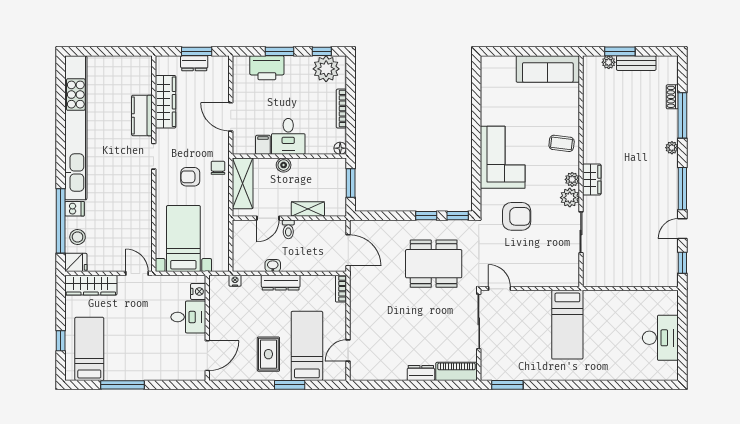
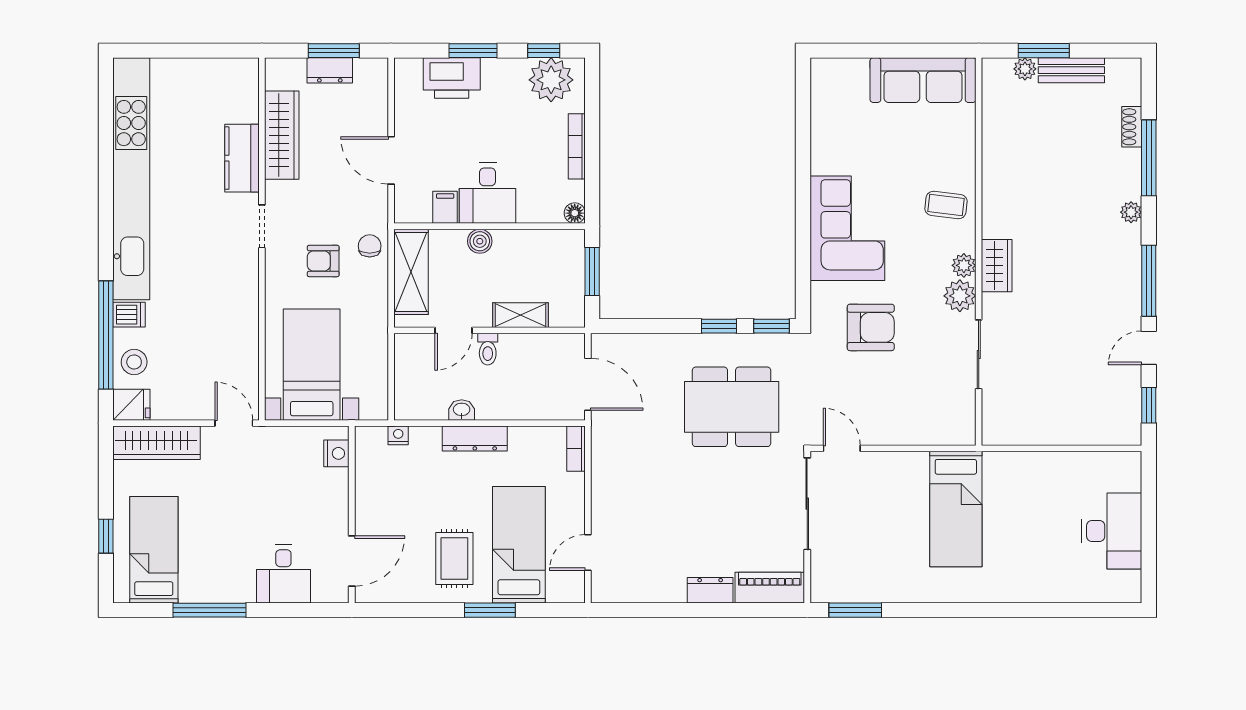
desk: (188, 317) -> (283, 574), moved, turned 90

